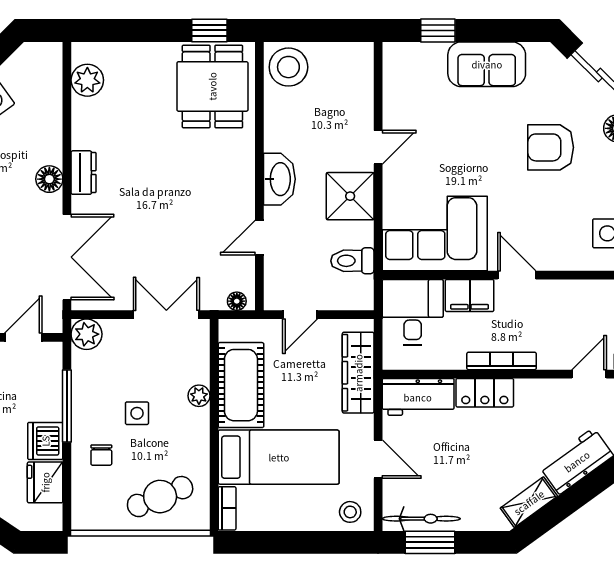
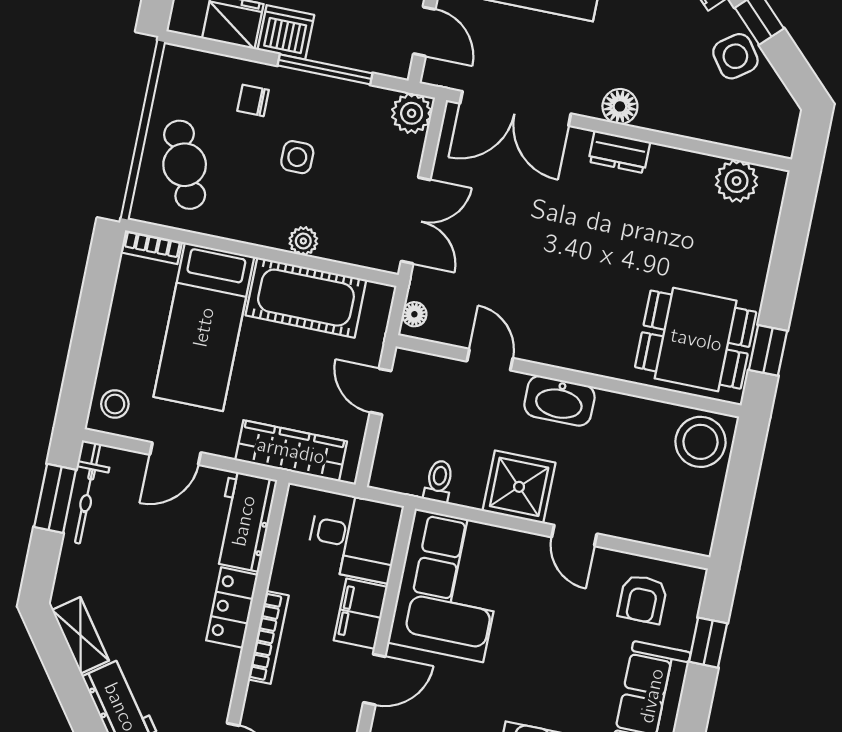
armchair: (415, 86) -> (643, 599), added
toilet: (352, 261) -> (439, 481), width x0.73, depth x0.72

